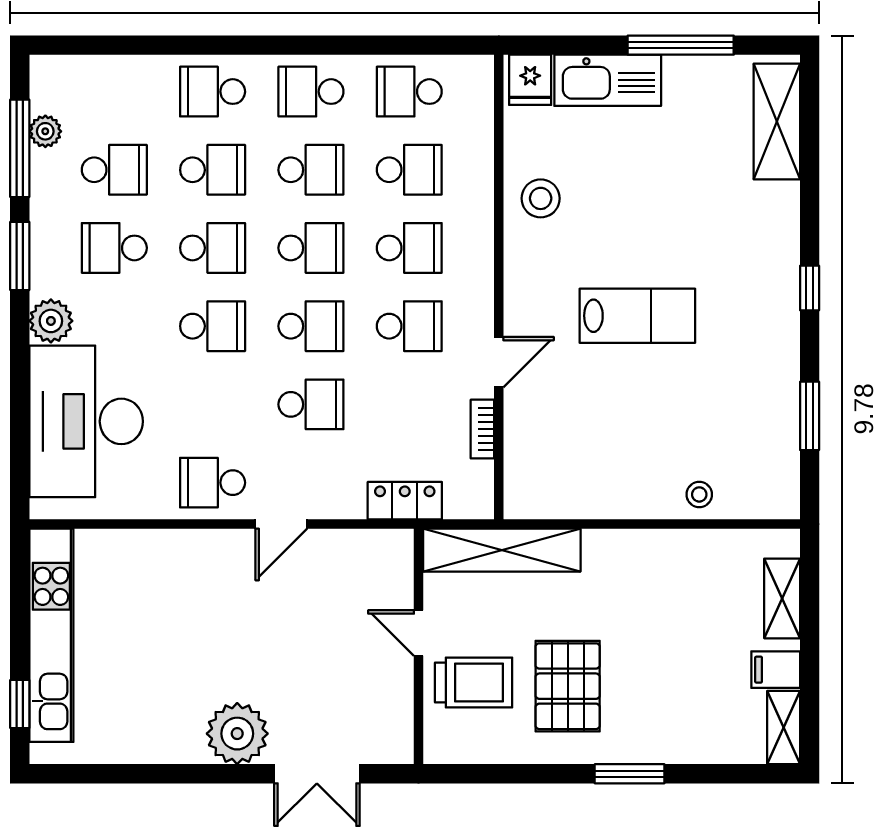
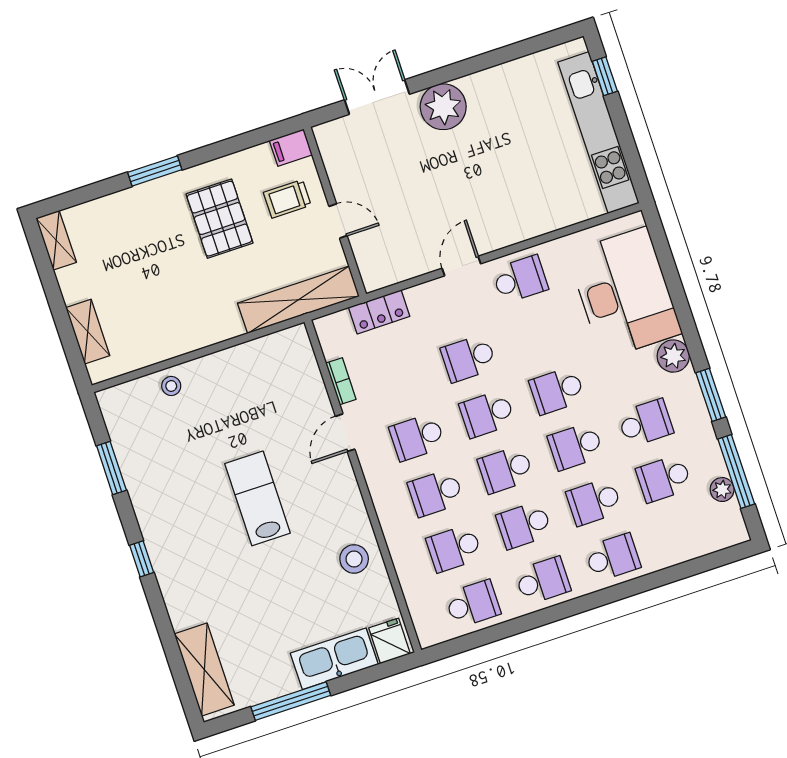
lab bench: (637, 316) -> (257, 498), turned 90
filing cabinet: (776, 670) -> (291, 148), moved, turned 180
trolley: (474, 683) -> (287, 199), width x0.73, depth x0.72

